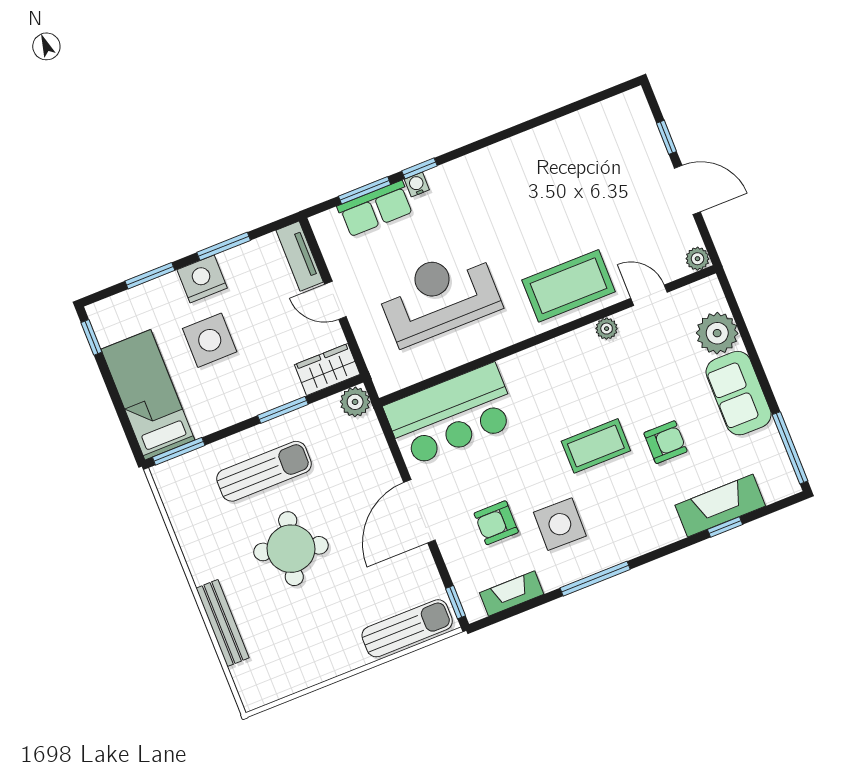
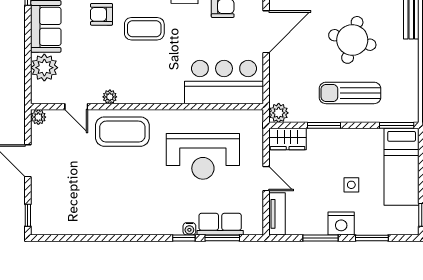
window: (667, 137) -> (28, 215), moved
side table: (210, 340) -> (351, 185), width x0.54, depth x0.54

